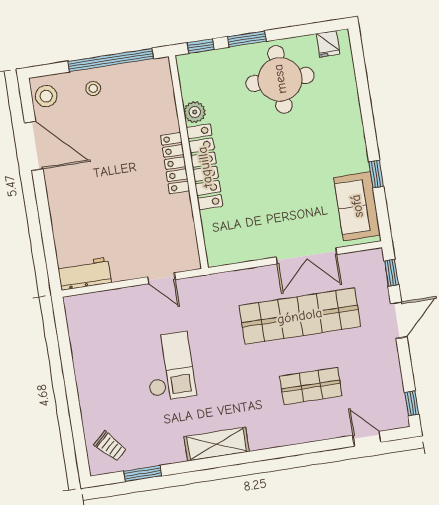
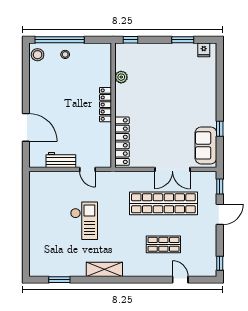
window: (247, 39) -> (183, 40), moved
window: (111, 60) -> (60, 40), moved
round table: (280, 79) -> (173, 66), removed
door: (34, 146) -> (26, 127), moved
locker: (205, 167) -> (122, 141), moved
workbench: (84, 274) -> (61, 160), moved
door: (367, 439) -> (180, 280), moved
trolley: (110, 446) -> (43, 261), removed

